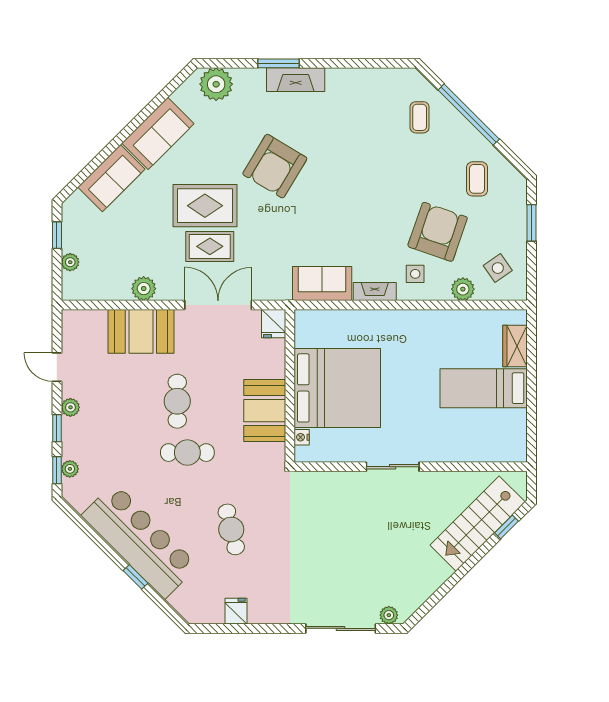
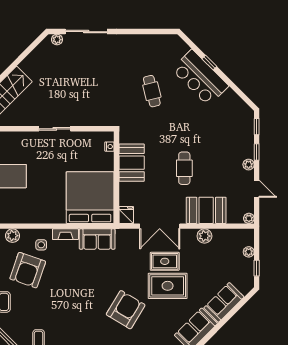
bed: (337, 388) -> (90, 198), moved, turned 90
cafe table: (187, 453) -> (178, 137), removed
plant: (70, 469) -> (249, 218), moved
bar counter: (140, 541) -> (200, 78), width x0.73
fridge: (236, 611) -> (149, 42), removed

